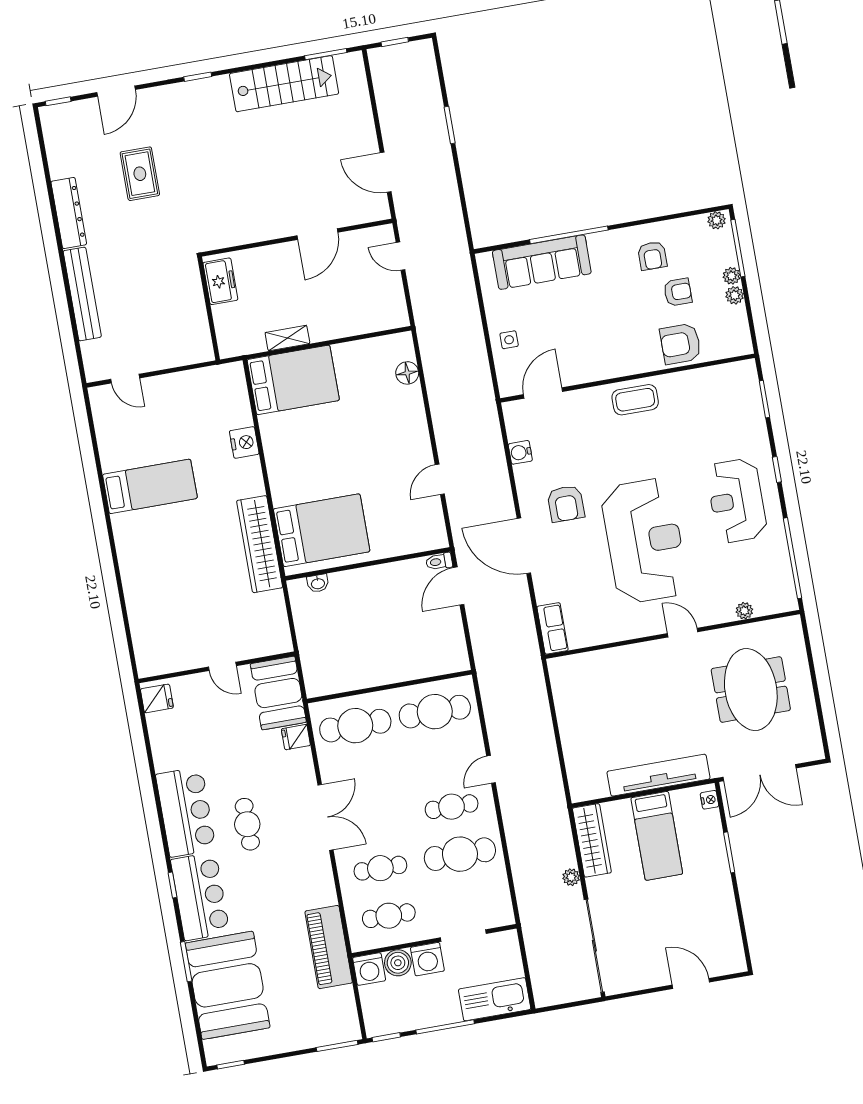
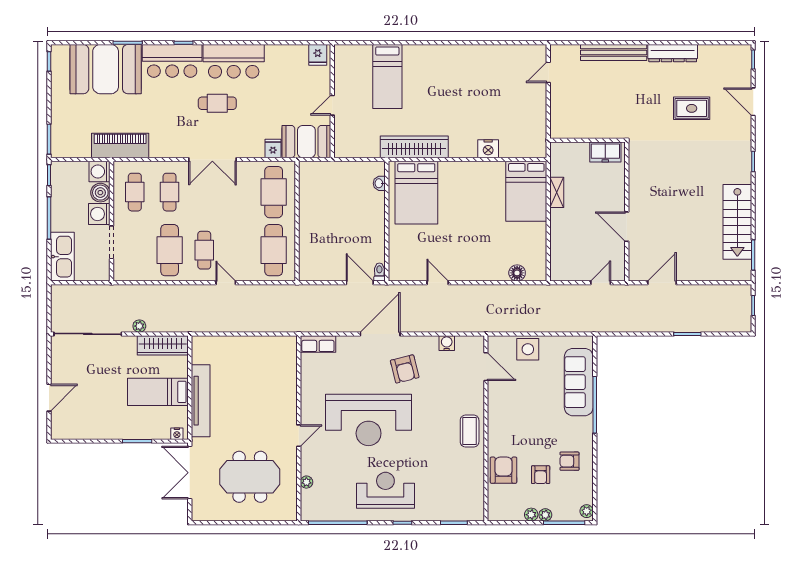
side table: (509, 340) -> (528, 349), width x1.87, depth x1.87
bed: (150, 486) -> (387, 76), moved
armchair: (566, 504) -> (405, 369), turned -104

